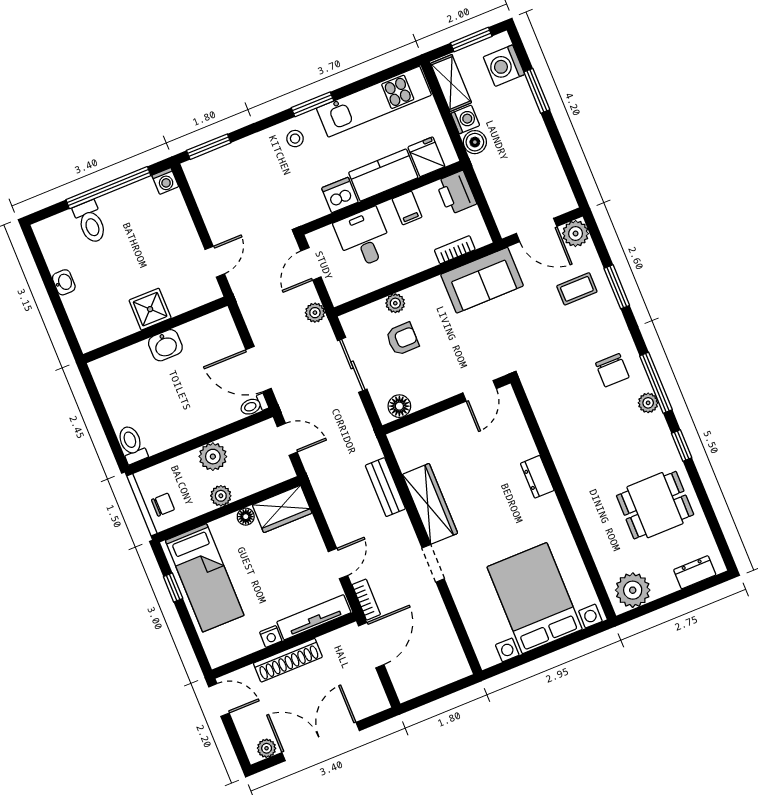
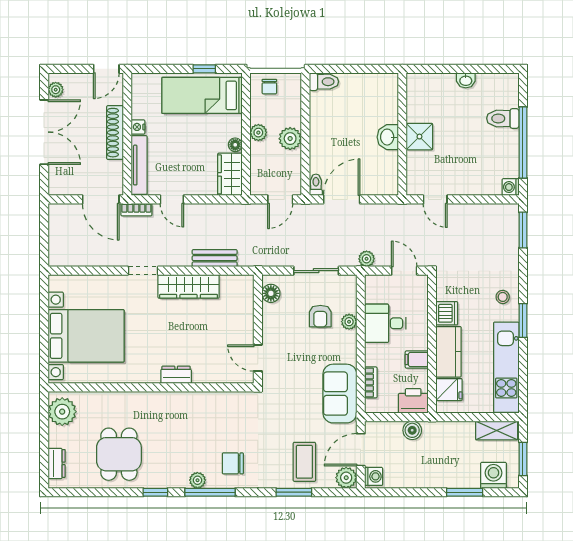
washing machine: (465, 119) -> (374, 476), moved, turned -90
boiler: (475, 142) -> (412, 430), moved
desk: (364, 238) -> (385, 323), moved, turned 180
coffee table: (577, 289) -> (304, 462), width x1.36, depth x1.30

